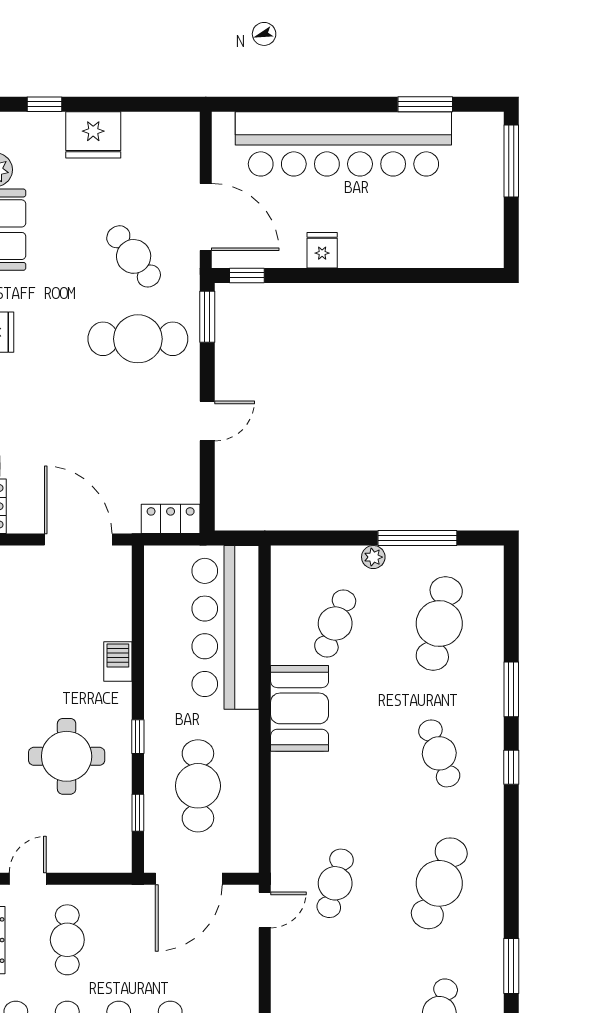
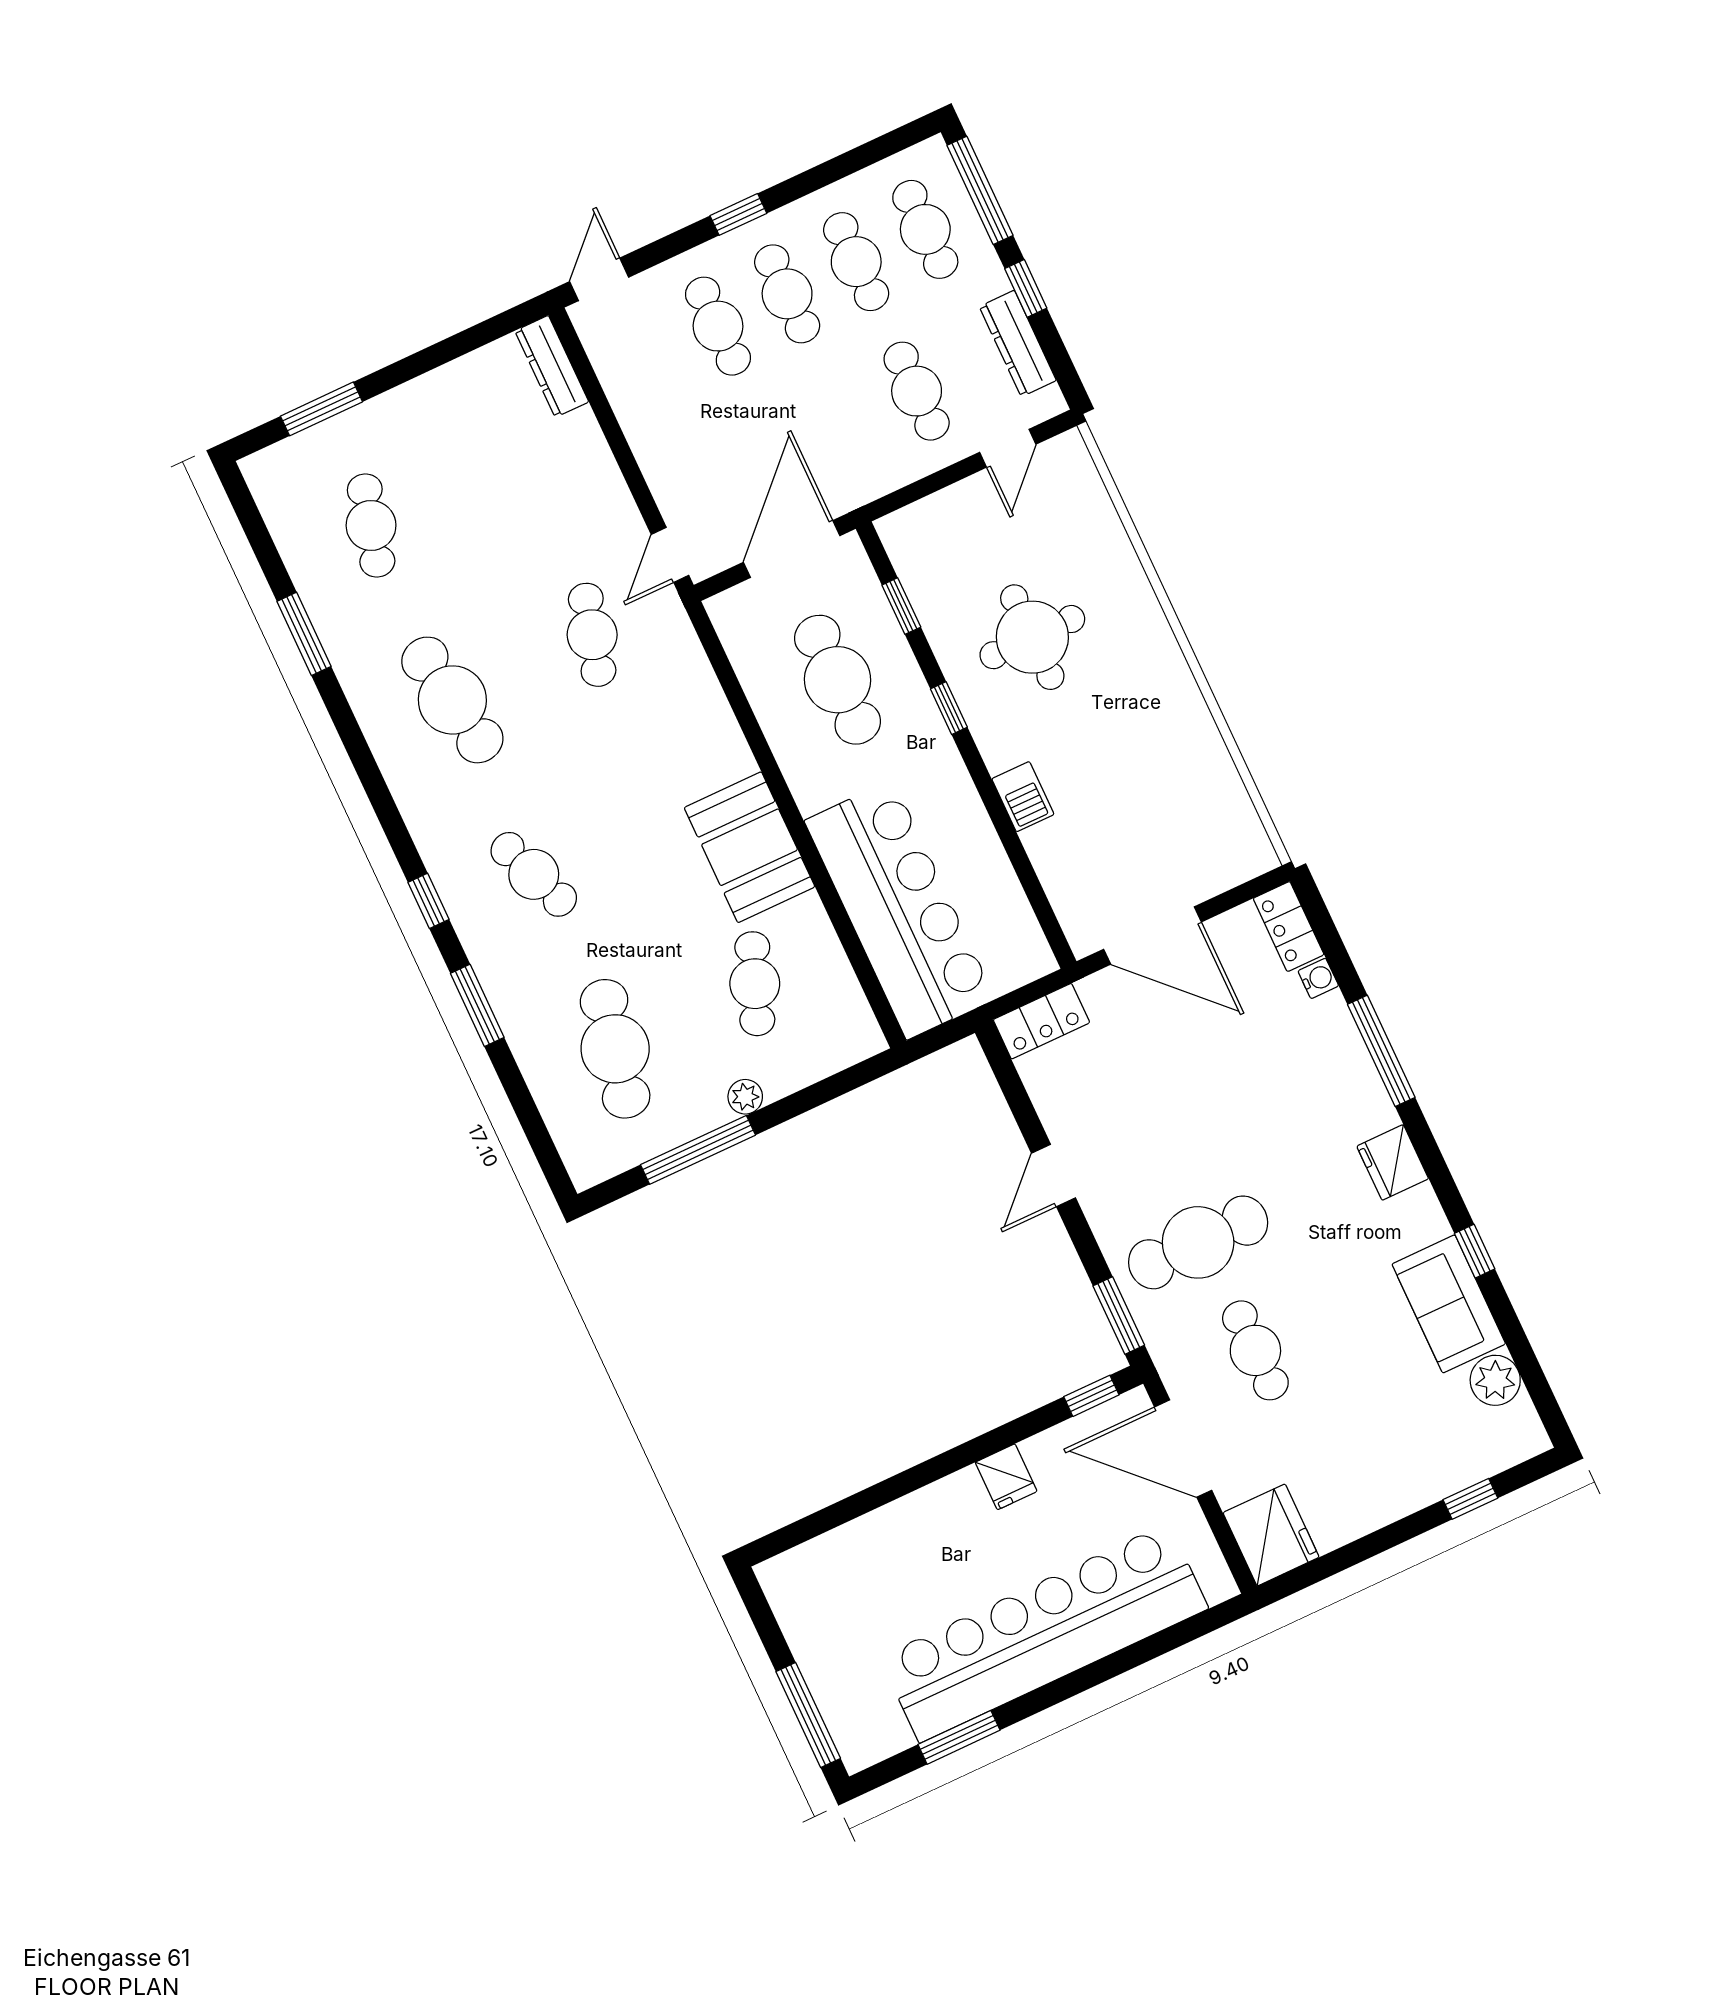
fridge: (93, 135) -> (1271, 1535), moved, turned 90
cafe table: (134, 256) -> (1255, 1350), turned 38
cafe table: (439, 883) -> (452, 700), turned -30

